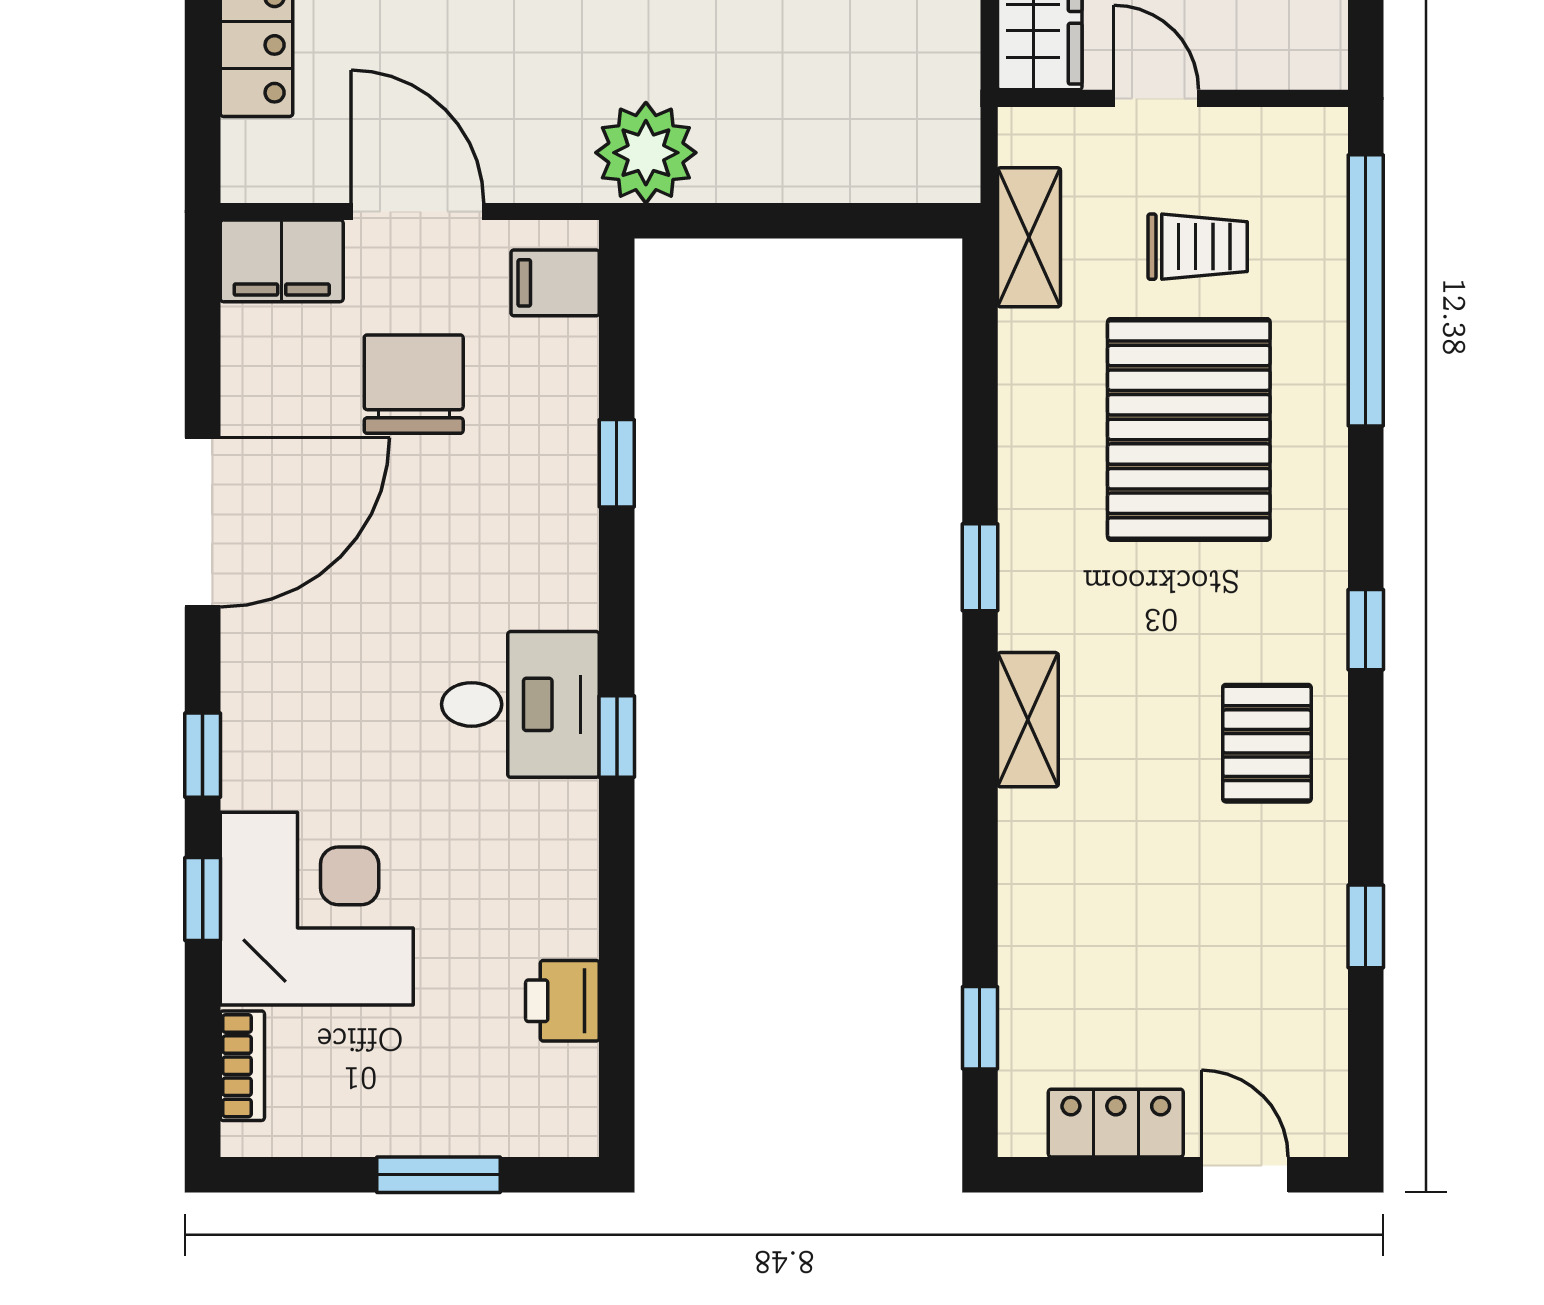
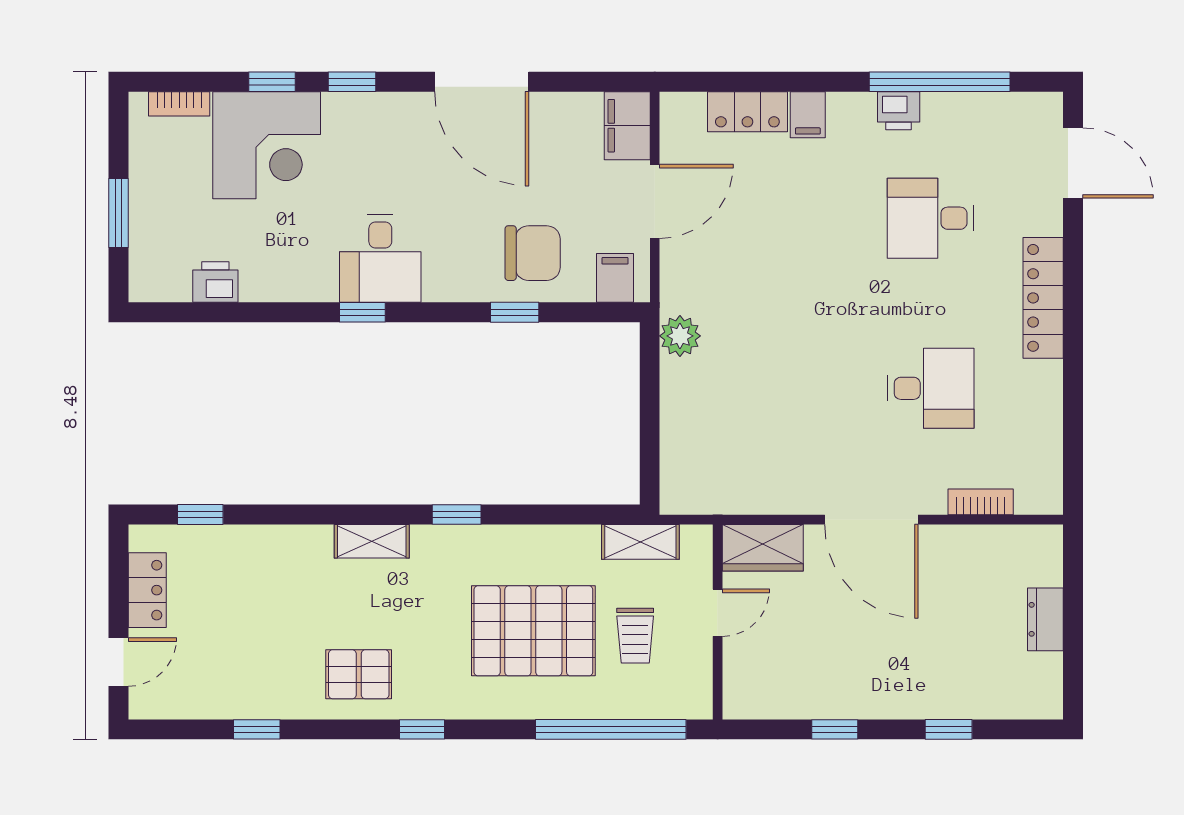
plant: (646, 153) -> (680, 336), width x0.73, depth x0.73
chair: (414, 384) -> (533, 253), moved

